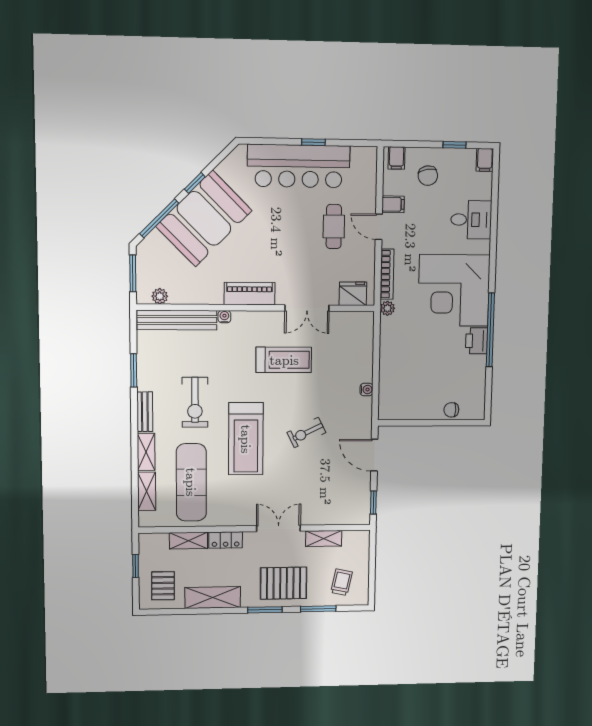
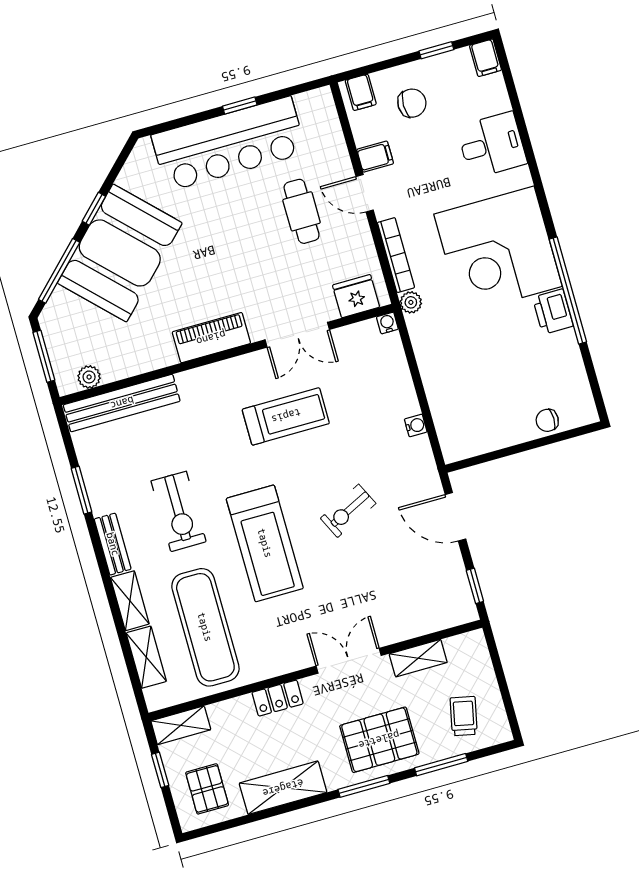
chair: (428, 176) -> (412, 103), turned -80
water cooler: (224, 317) -> (387, 323), moved
shelving: (188, 541) -> (181, 725), moved

